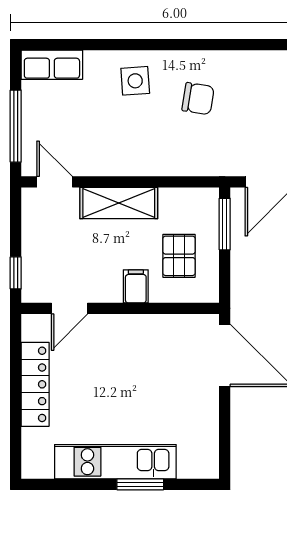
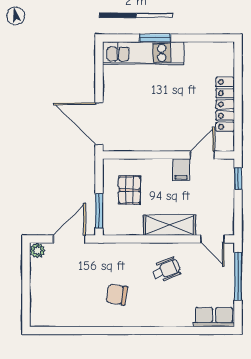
side table: (135, 81) -> (159, 306), removed
wheelchair: (123, 136) -> (166, 270), added
filing cabinet: (136, 286) -> (181, 170), moved
kitchen unit: (115, 462) -> (143, 53), moved

